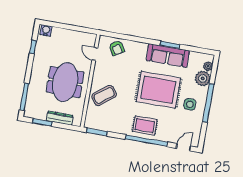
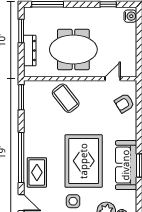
rug: (145, 126) -> (37, 172), moved

